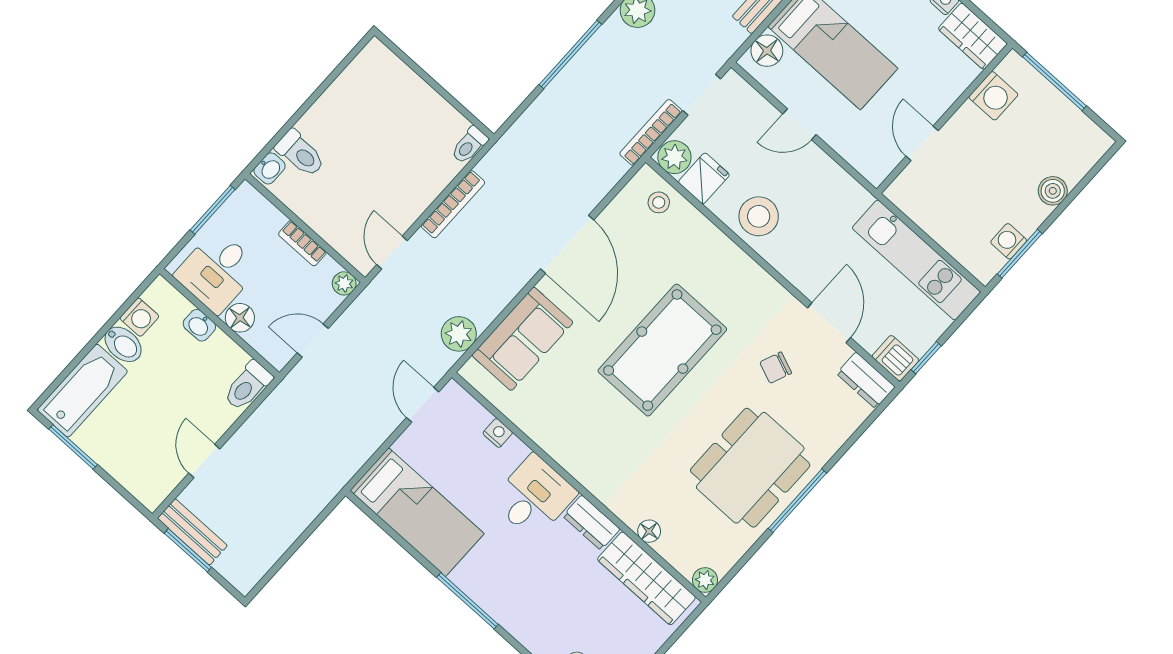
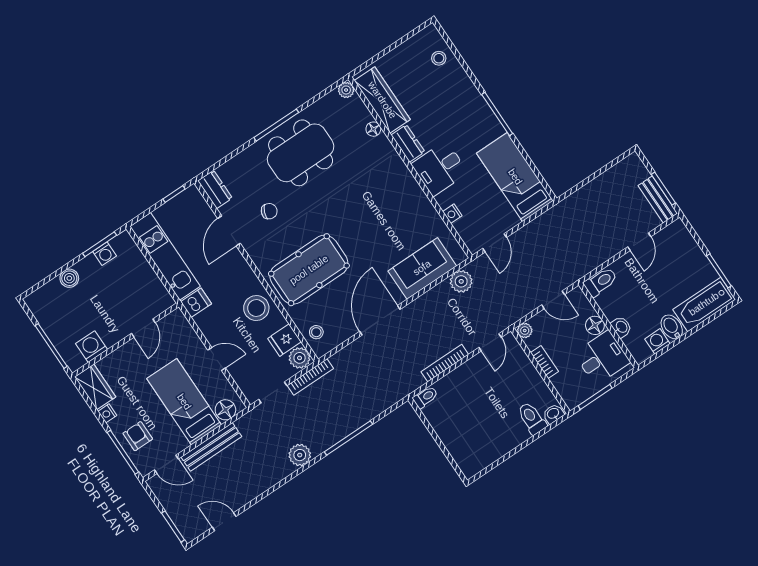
pool table: (662, 350) -> (309, 270), moved
dishwasher: (895, 358) -> (196, 303), moved, turned -90

